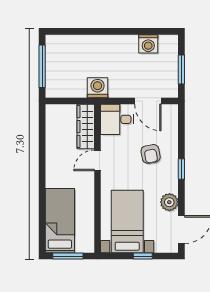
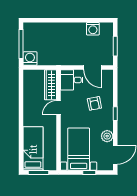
washing machine: (98, 88) -> (30, 59), moved

